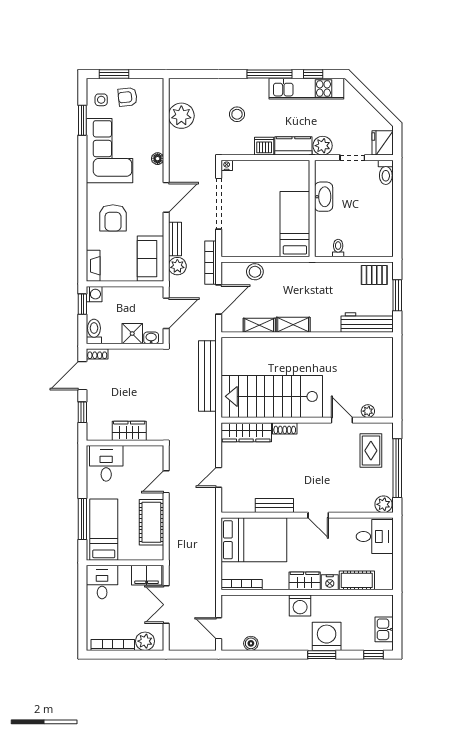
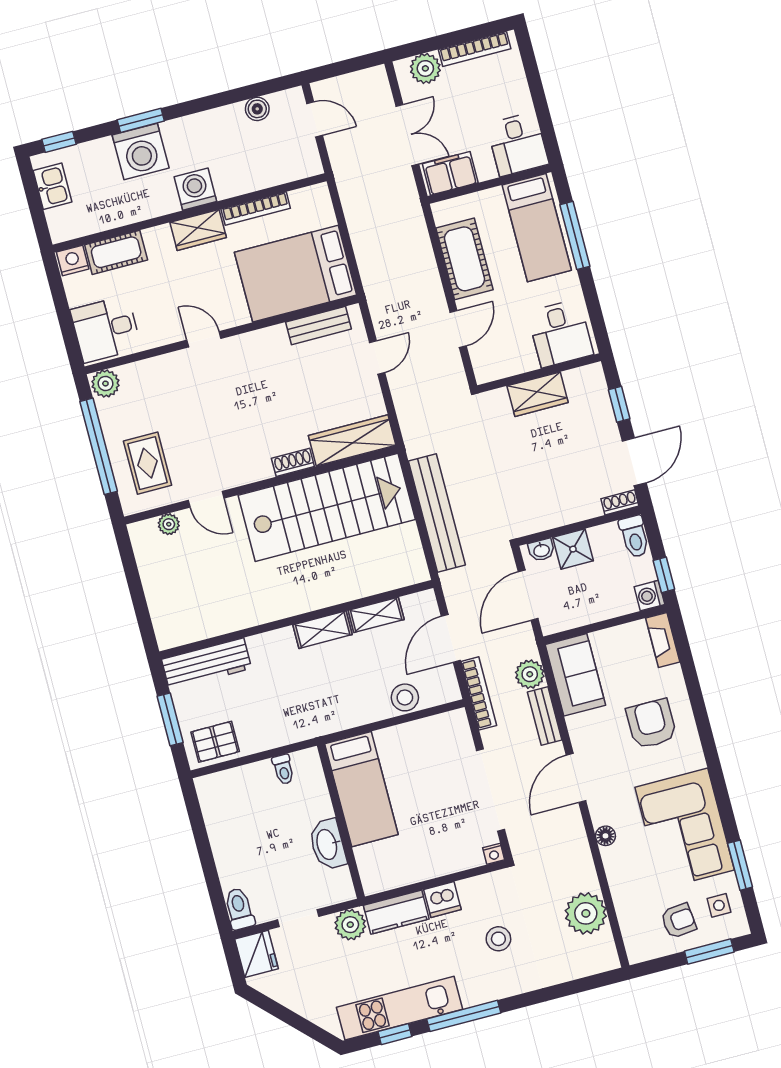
bench: (274, 506) -> (319, 326), moved
nightstand: (330, 582) -> (73, 261), moved
bookcase: (242, 585) -> (256, 209), moved

